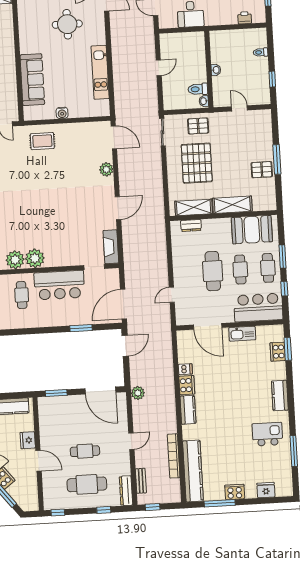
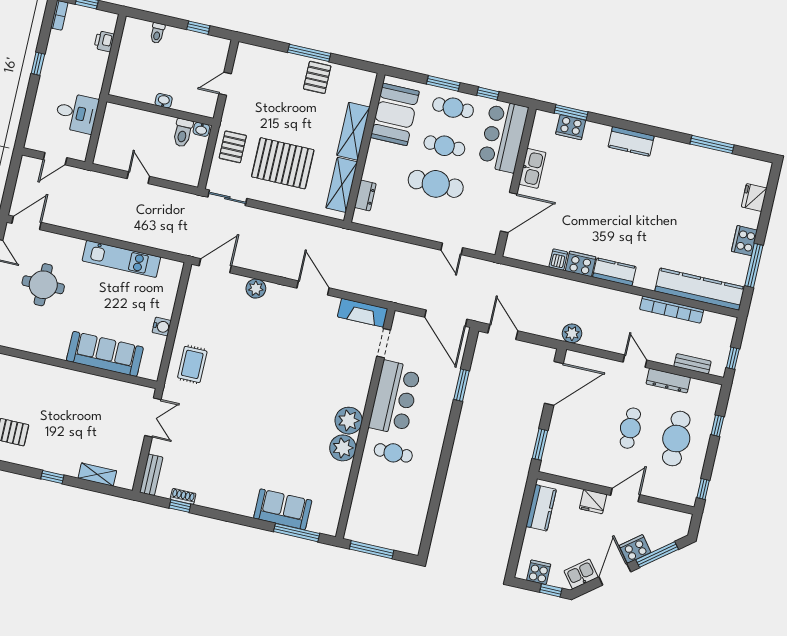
kitchen island: (267, 434) -> (679, 173), removed
dresser: (126, 491) -> (668, 381), moved

